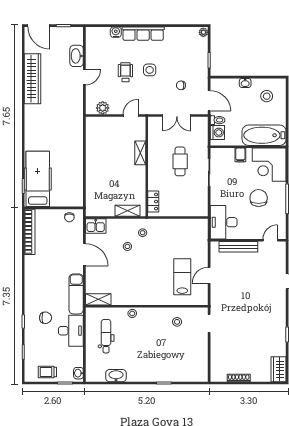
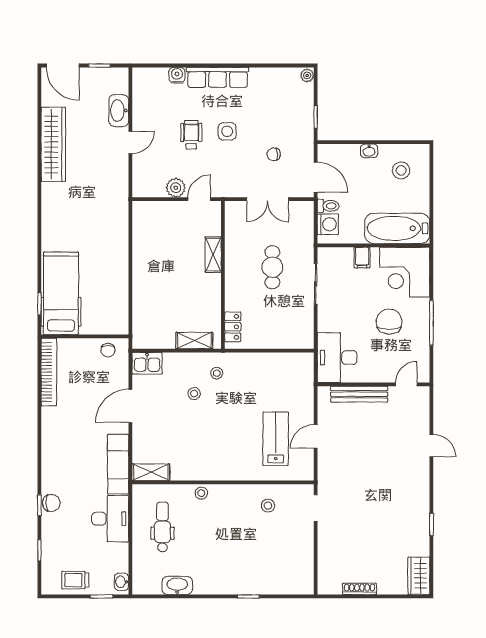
plant: (103, 108) -> (176, 188), moved
door: (84, 255) -> (130, 406), swing flipped
chair: (46, 318) -> (51, 503), moved

